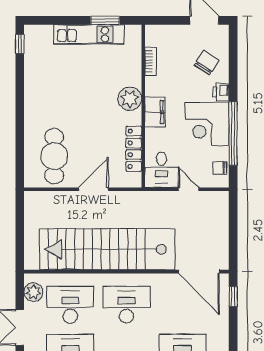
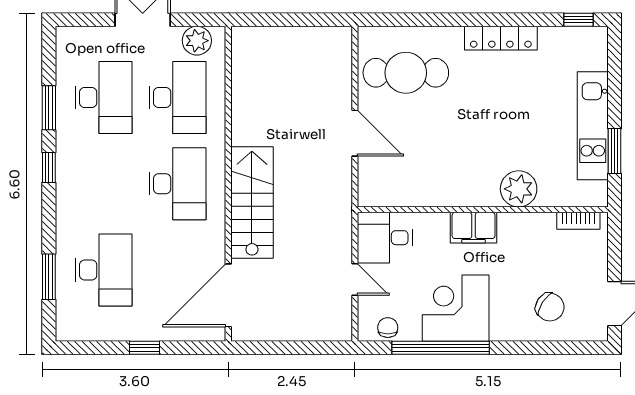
bookcase: (150, 61) -> (578, 221), moved
printer: (221, 92) -> (504, 329), removed
plant: (130, 99) -> (519, 189), moved
locker: (134, 149) -> (501, 38), moved, turned 180
door: (189, 189) -> (355, 279), hinge flipped
stairs: (107, 249) -> (252, 202), width x0.54, depth x0.66
window: (233, 297) -> (145, 348), moved

